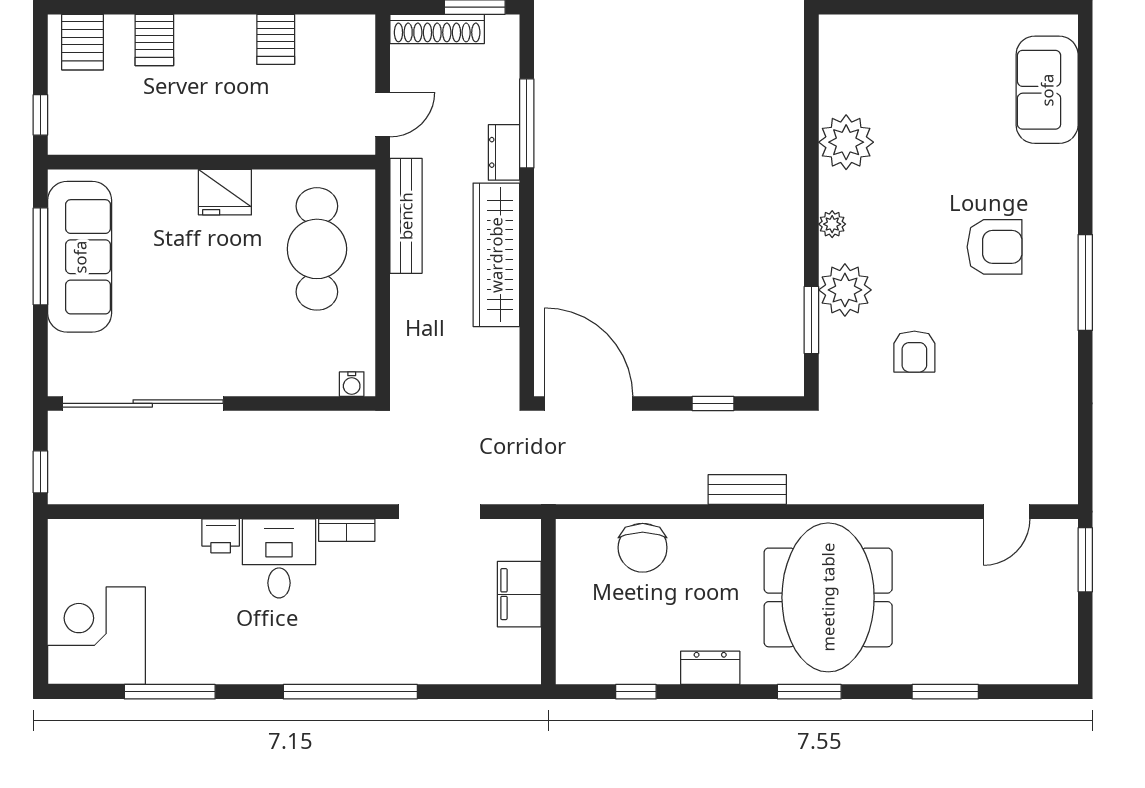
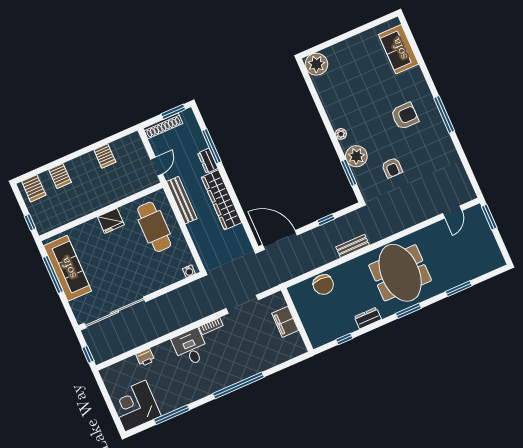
plant: (846, 142) -> (316, 64), moved
printer: (221, 536) -> (145, 357), moved

